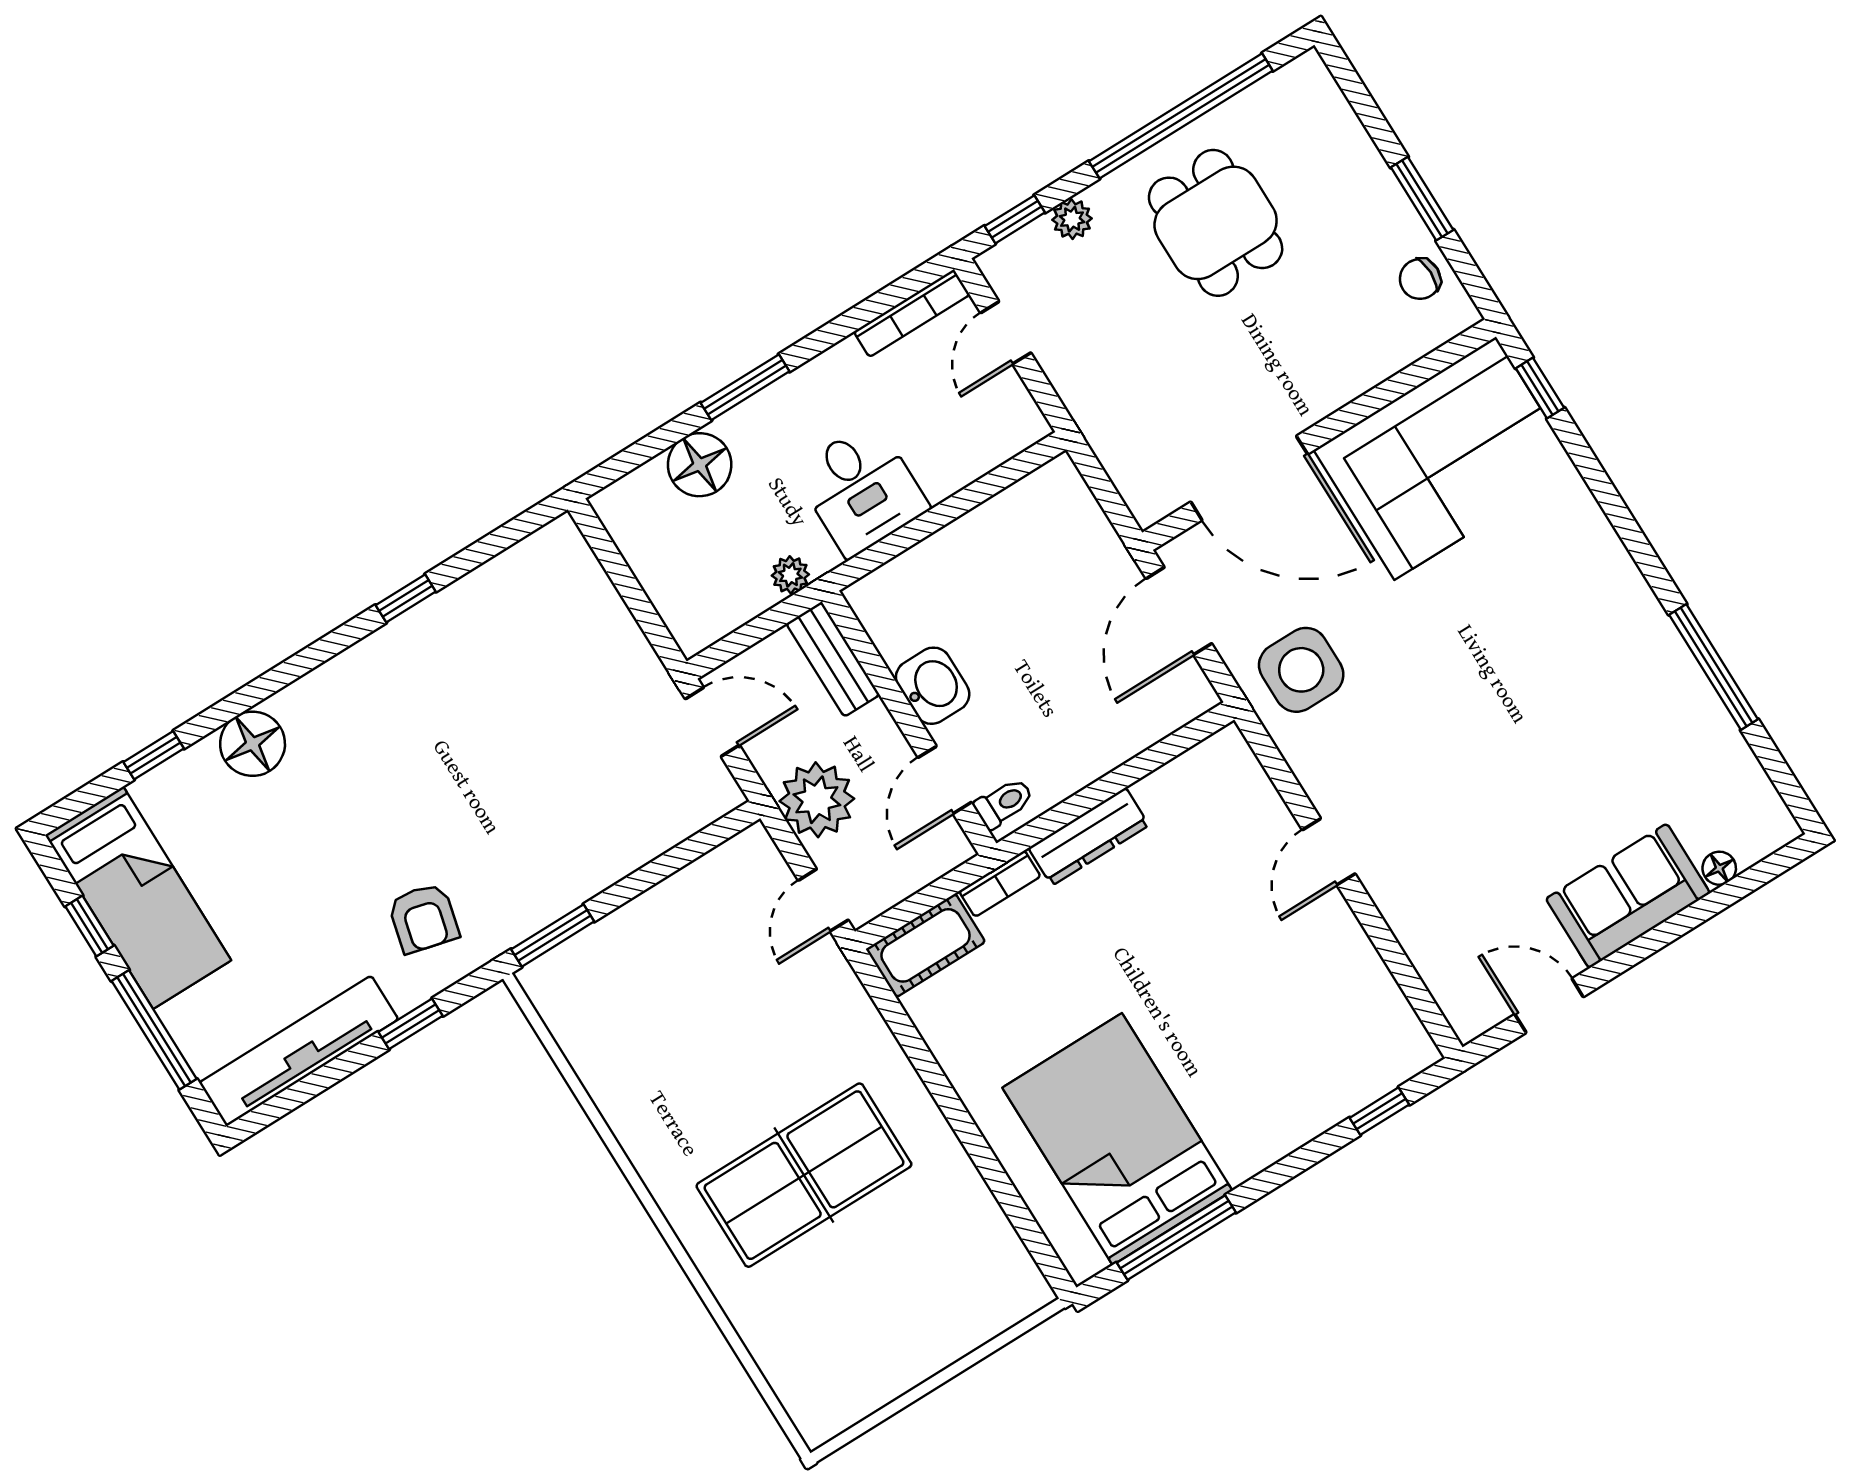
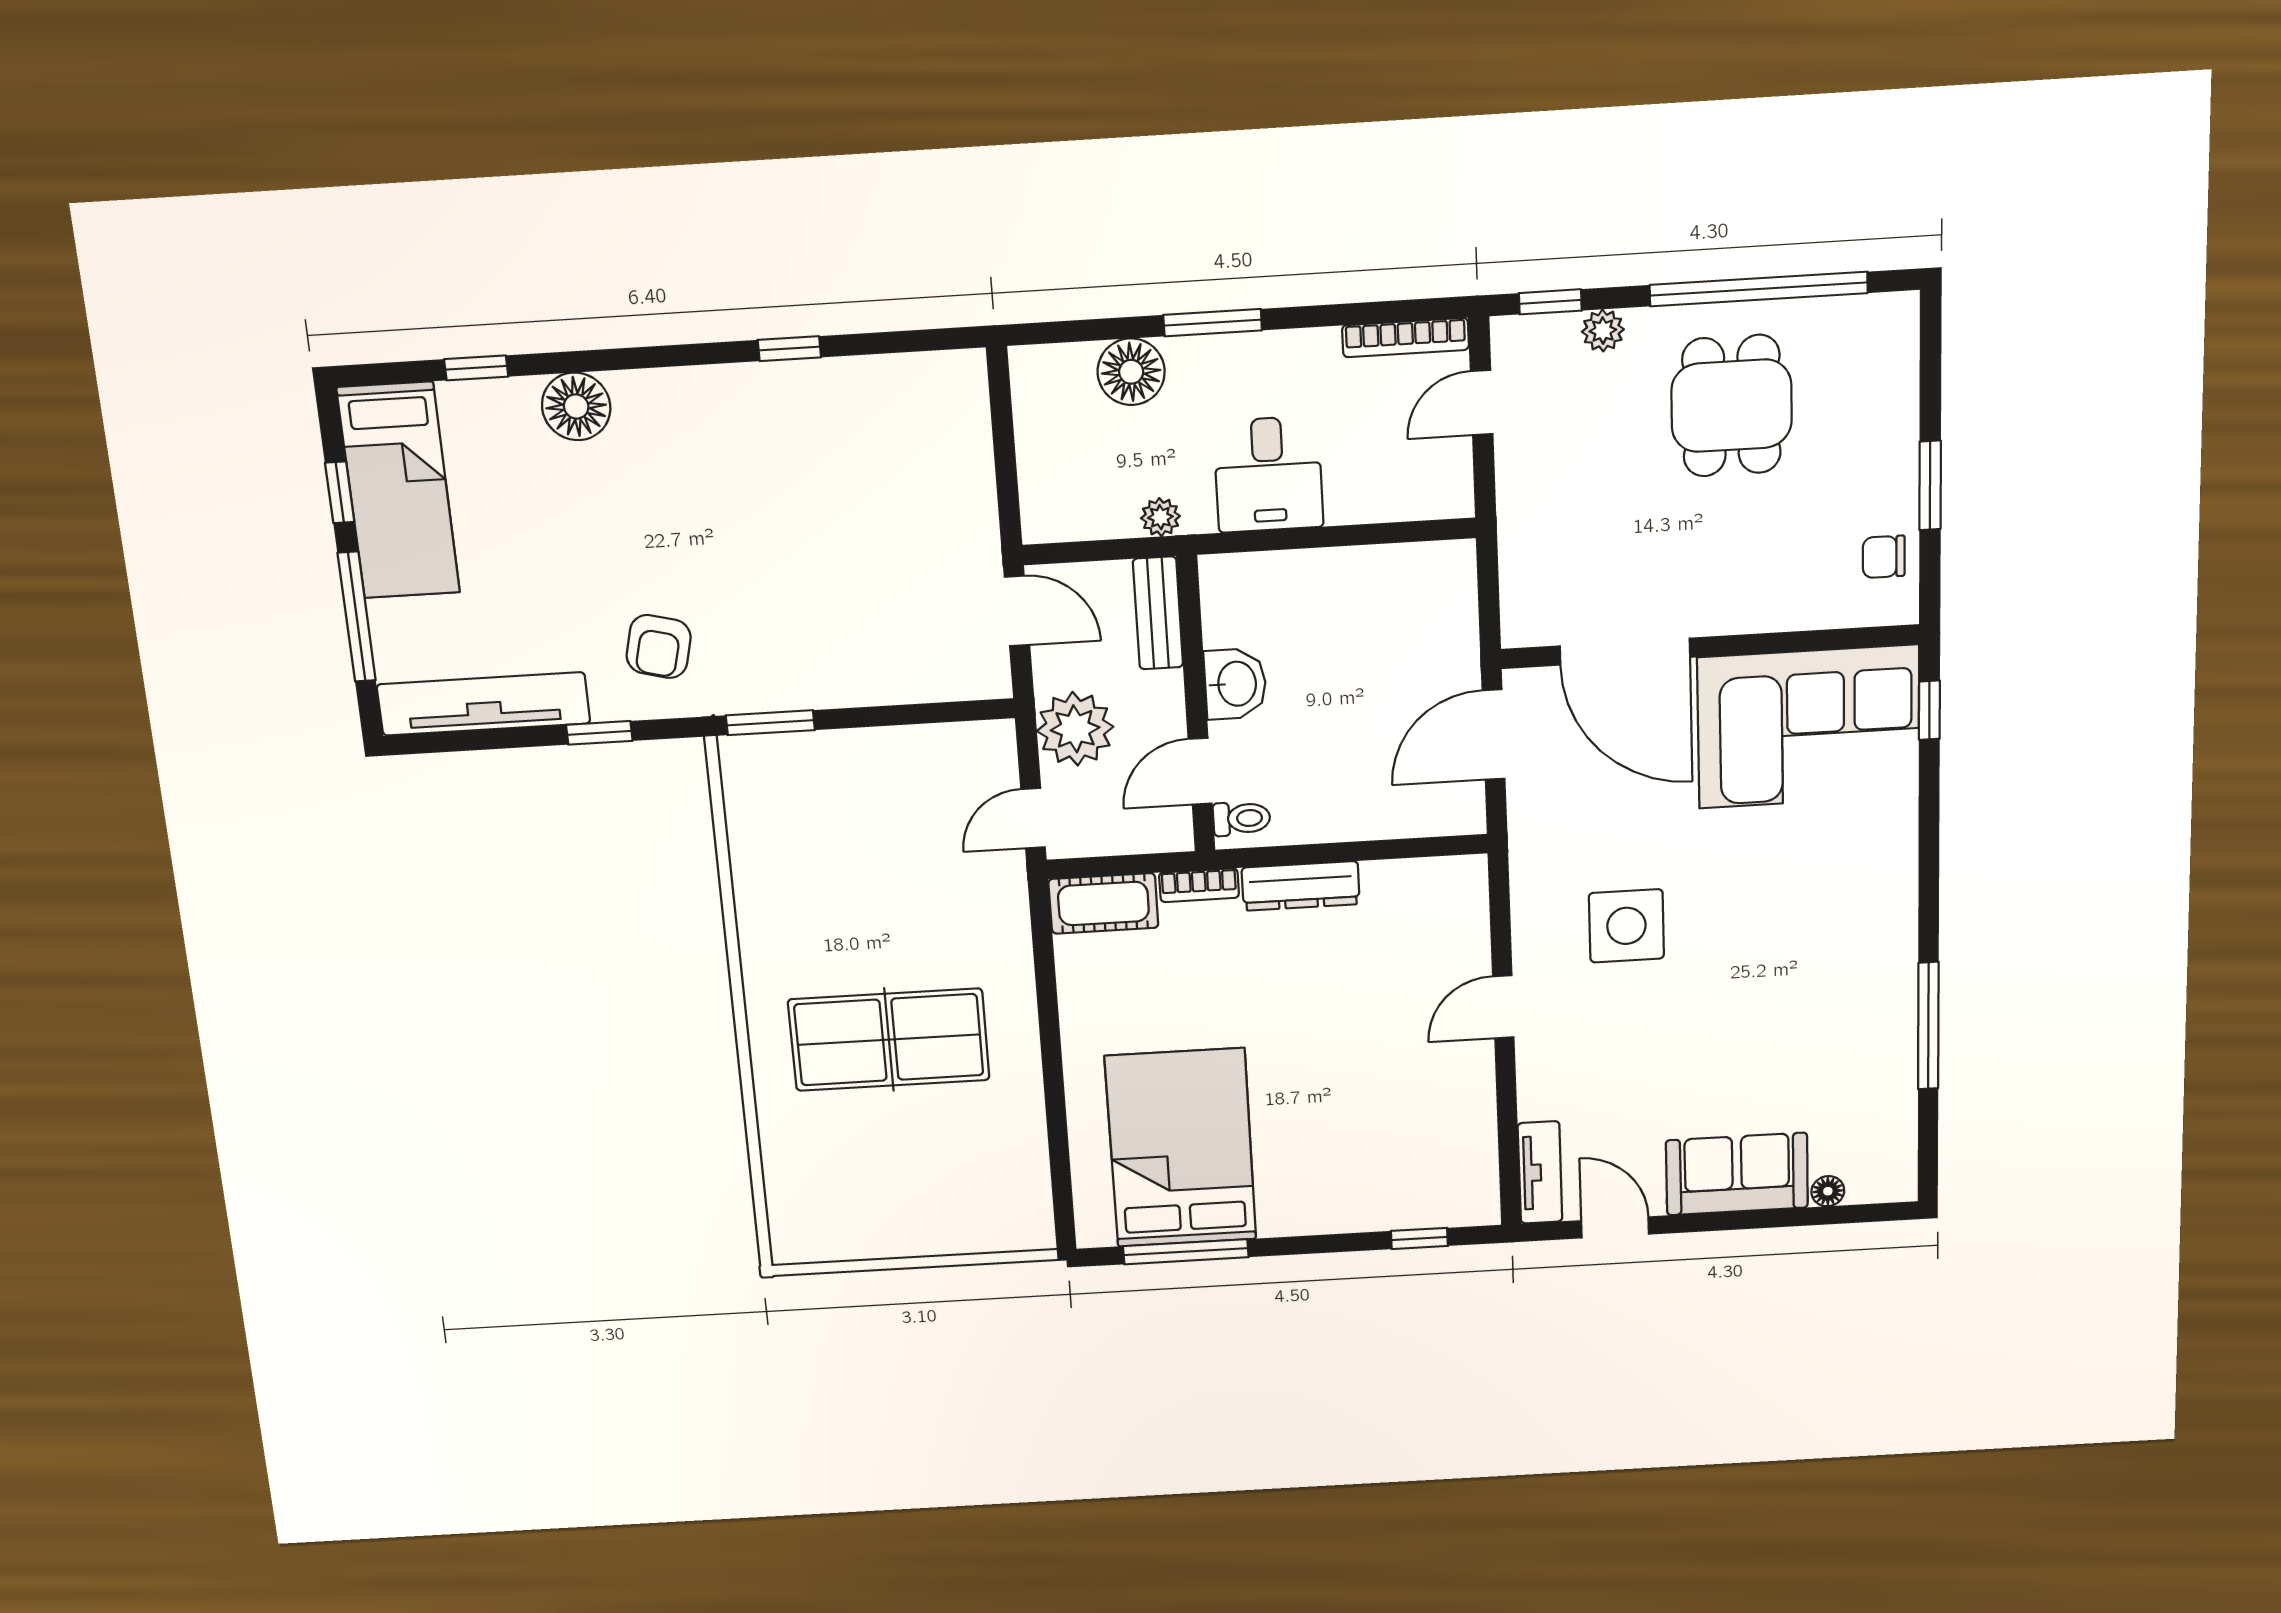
side table: (1301, 670) -> (1626, 926), moved
tv unit: (1451, 989) -> (1540, 1172), added

